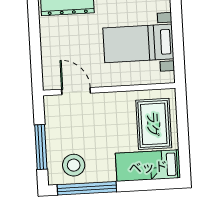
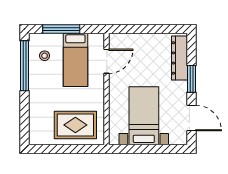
stool: (74, 165) -> (45, 56), width x0.53, depth x0.53
bed: (148, 166) -> (75, 60), moved, turned 180

